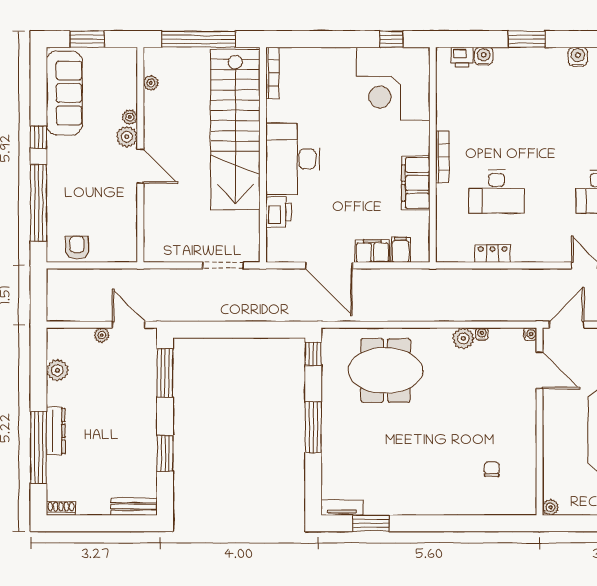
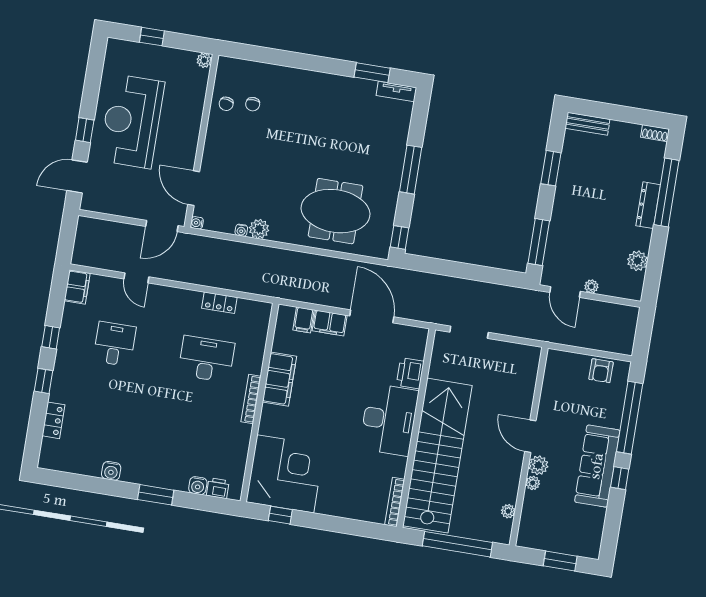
sofa: (64, 93) -> (597, 466), moved
chair: (520, 465) -> (226, 104), added

